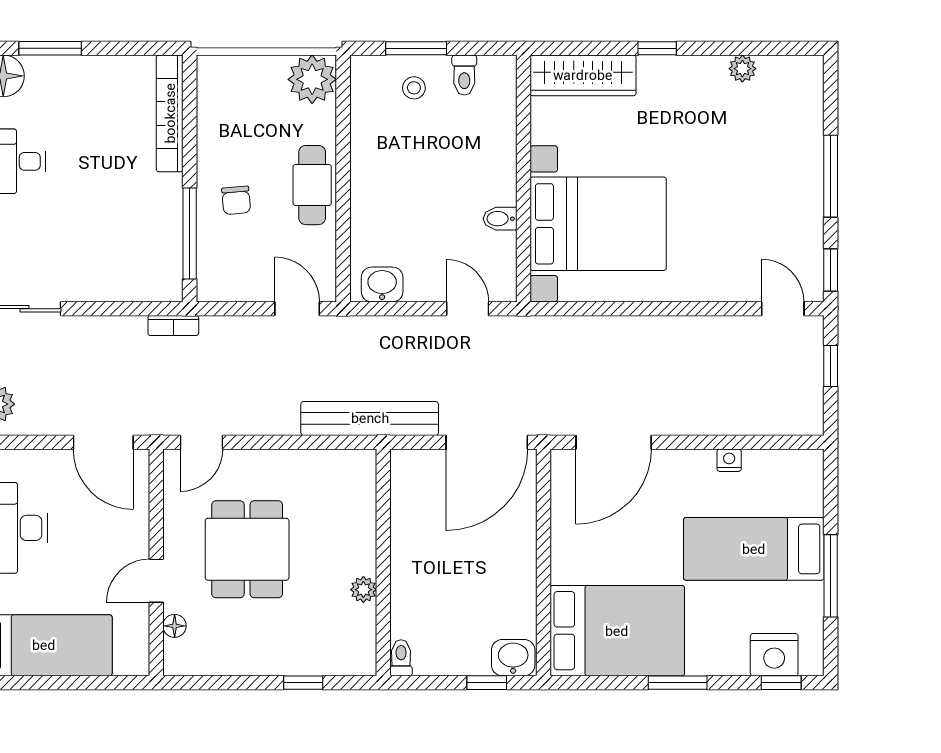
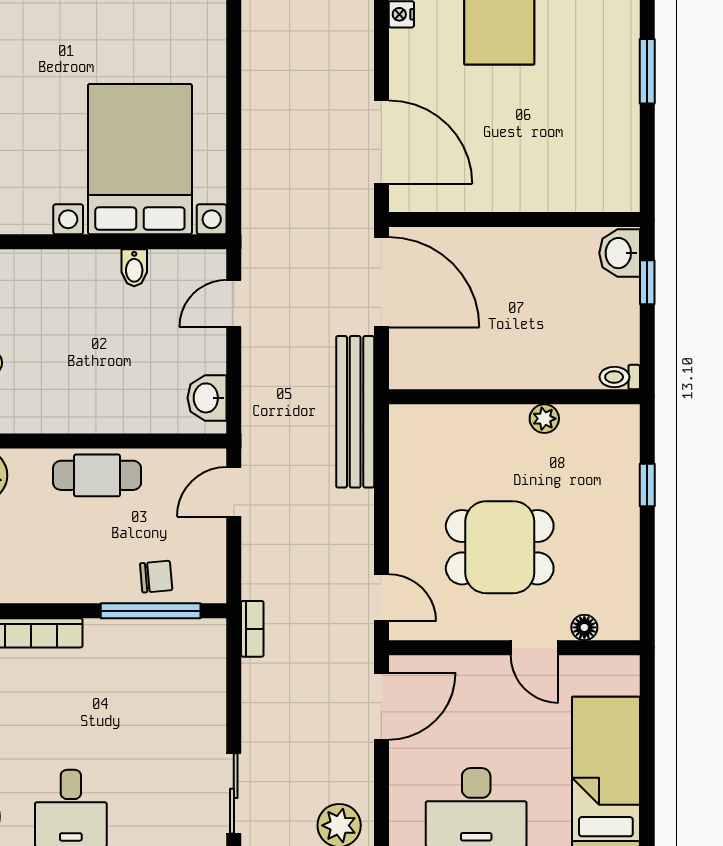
chair: (236, 200) -> (156, 577), moved
bed: (617, 631) -> (590, 138), removed

